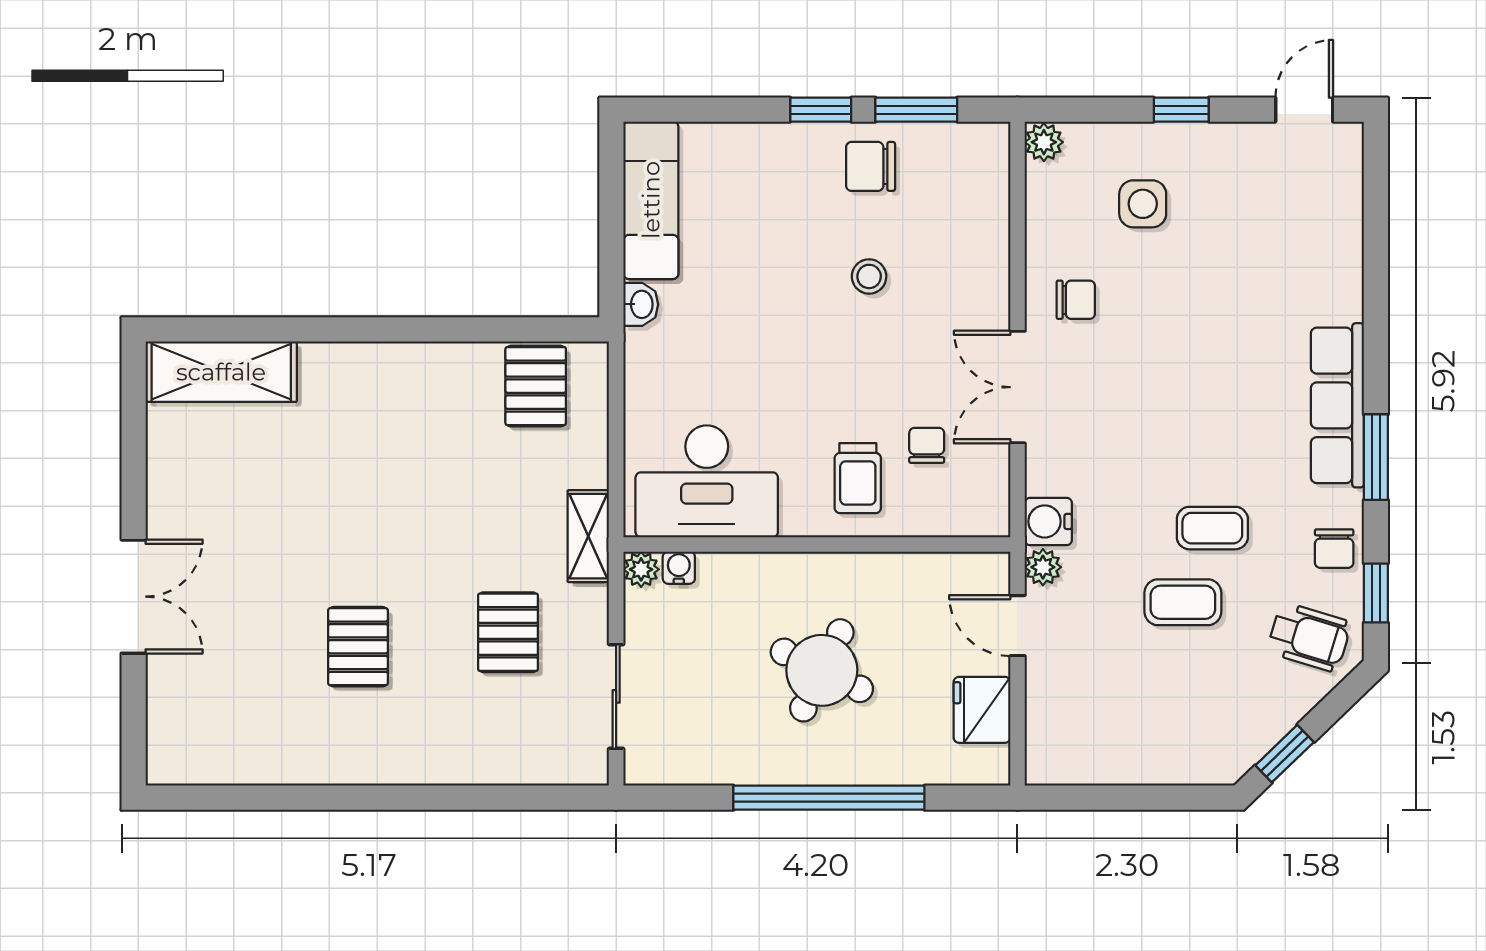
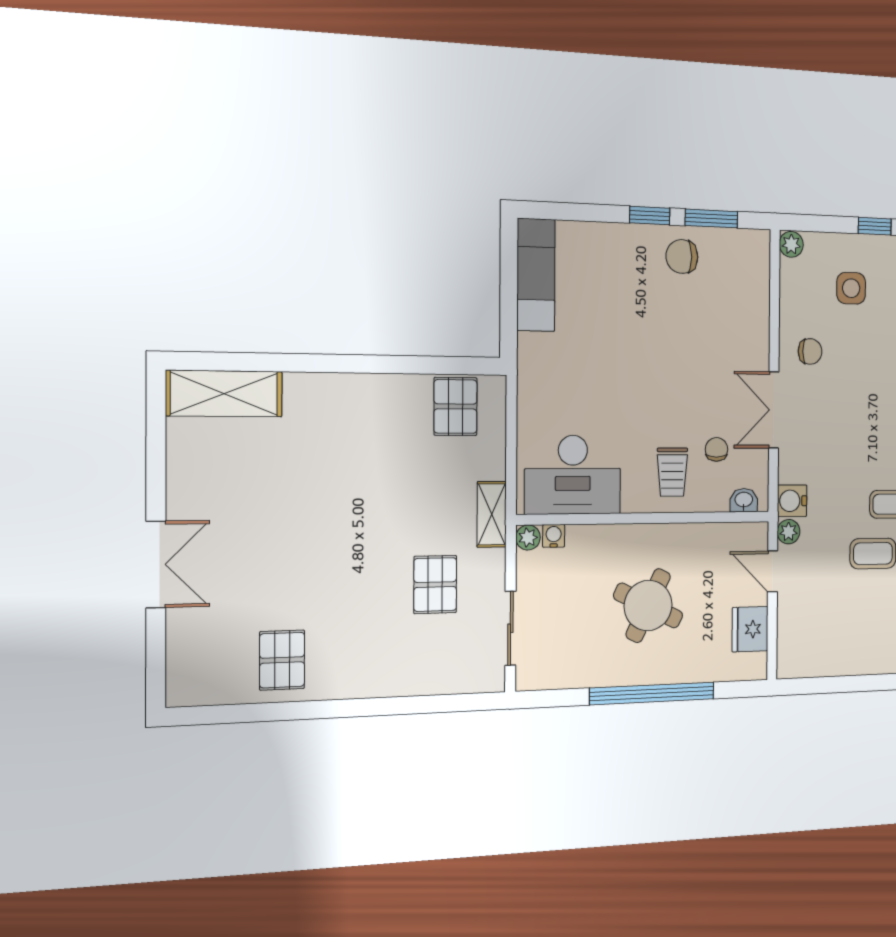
stool: (869, 276) -> (680, 333), removed
washbasin: (641, 304) -> (744, 500), moved, turned -90
pallet: (358, 647) -> (282, 660), moved

